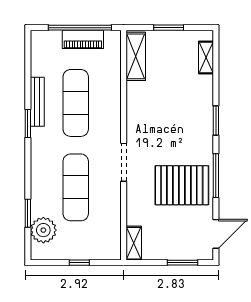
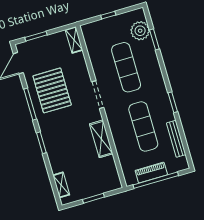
shelving: (136, 56) -> (101, 139), moved
bench: (37, 102) -> (176, 139), moved
pallet: (182, 185) -> (52, 90), turned 90

